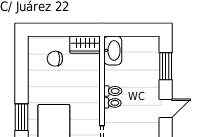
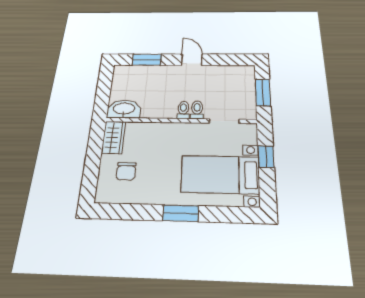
toilet: (113, 91) -> (197, 110), moved
window: (22, 117) -> (181, 213), moved

